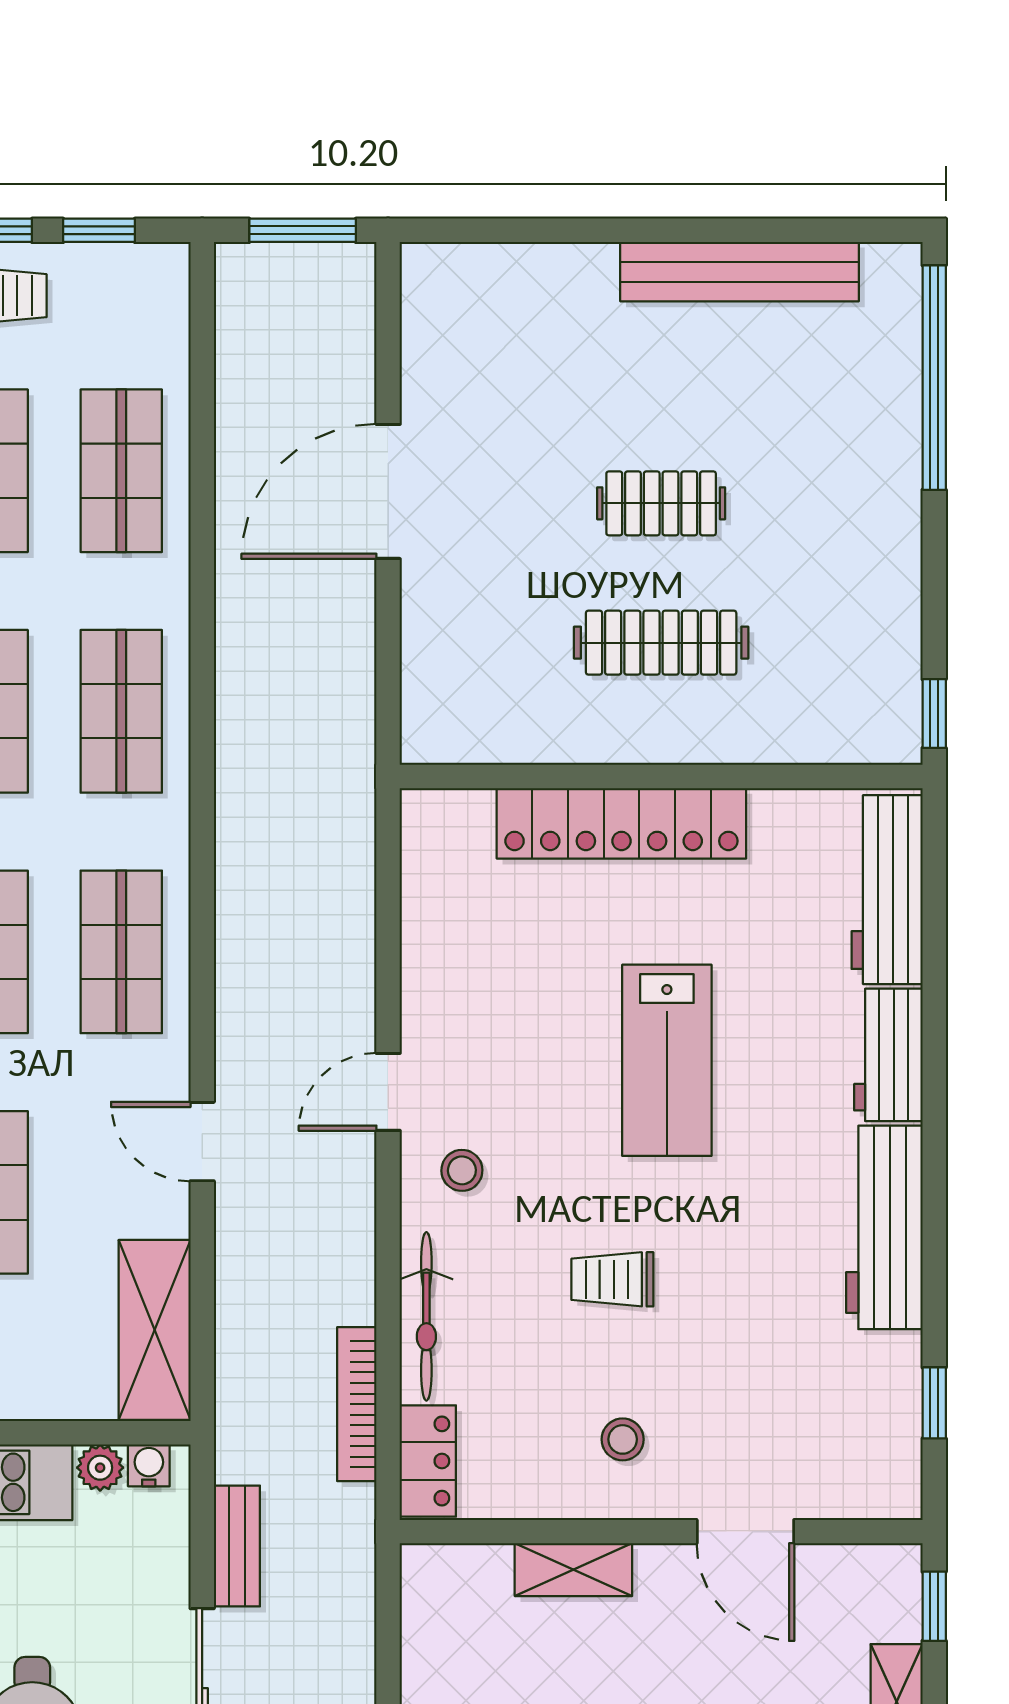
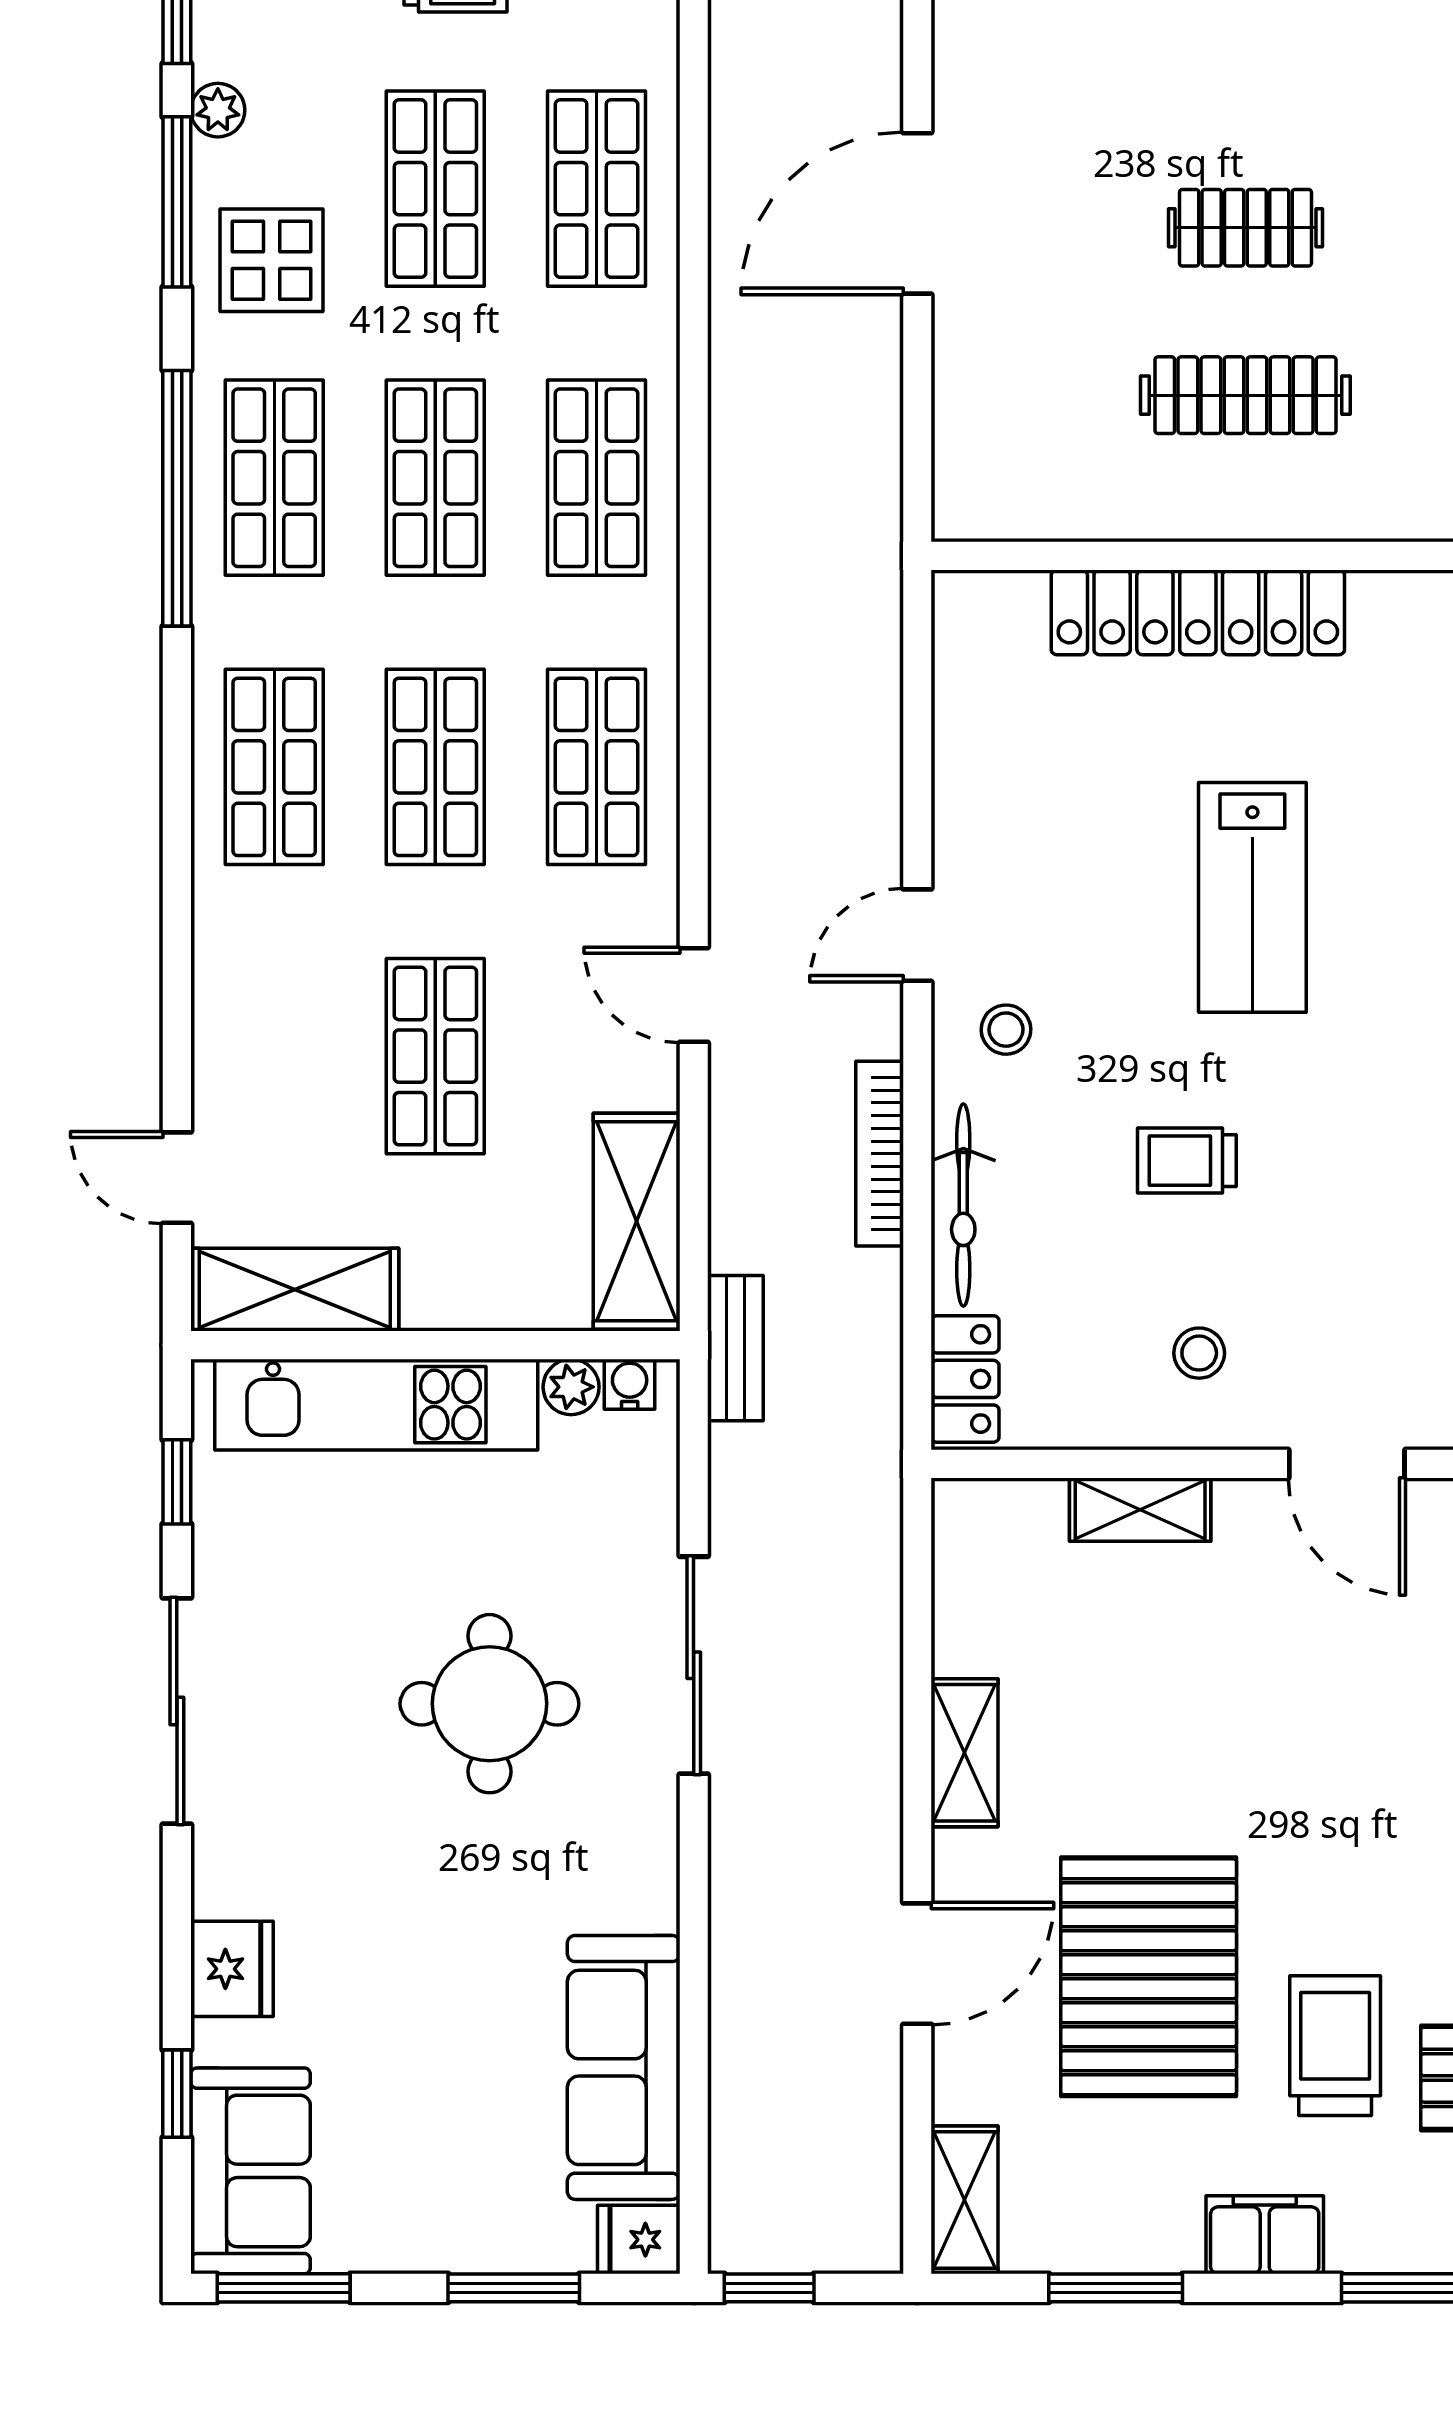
bookcase: (357, 1404) -> (880, 1154), moved
bench: (237, 1546) -> (735, 1348), moved

